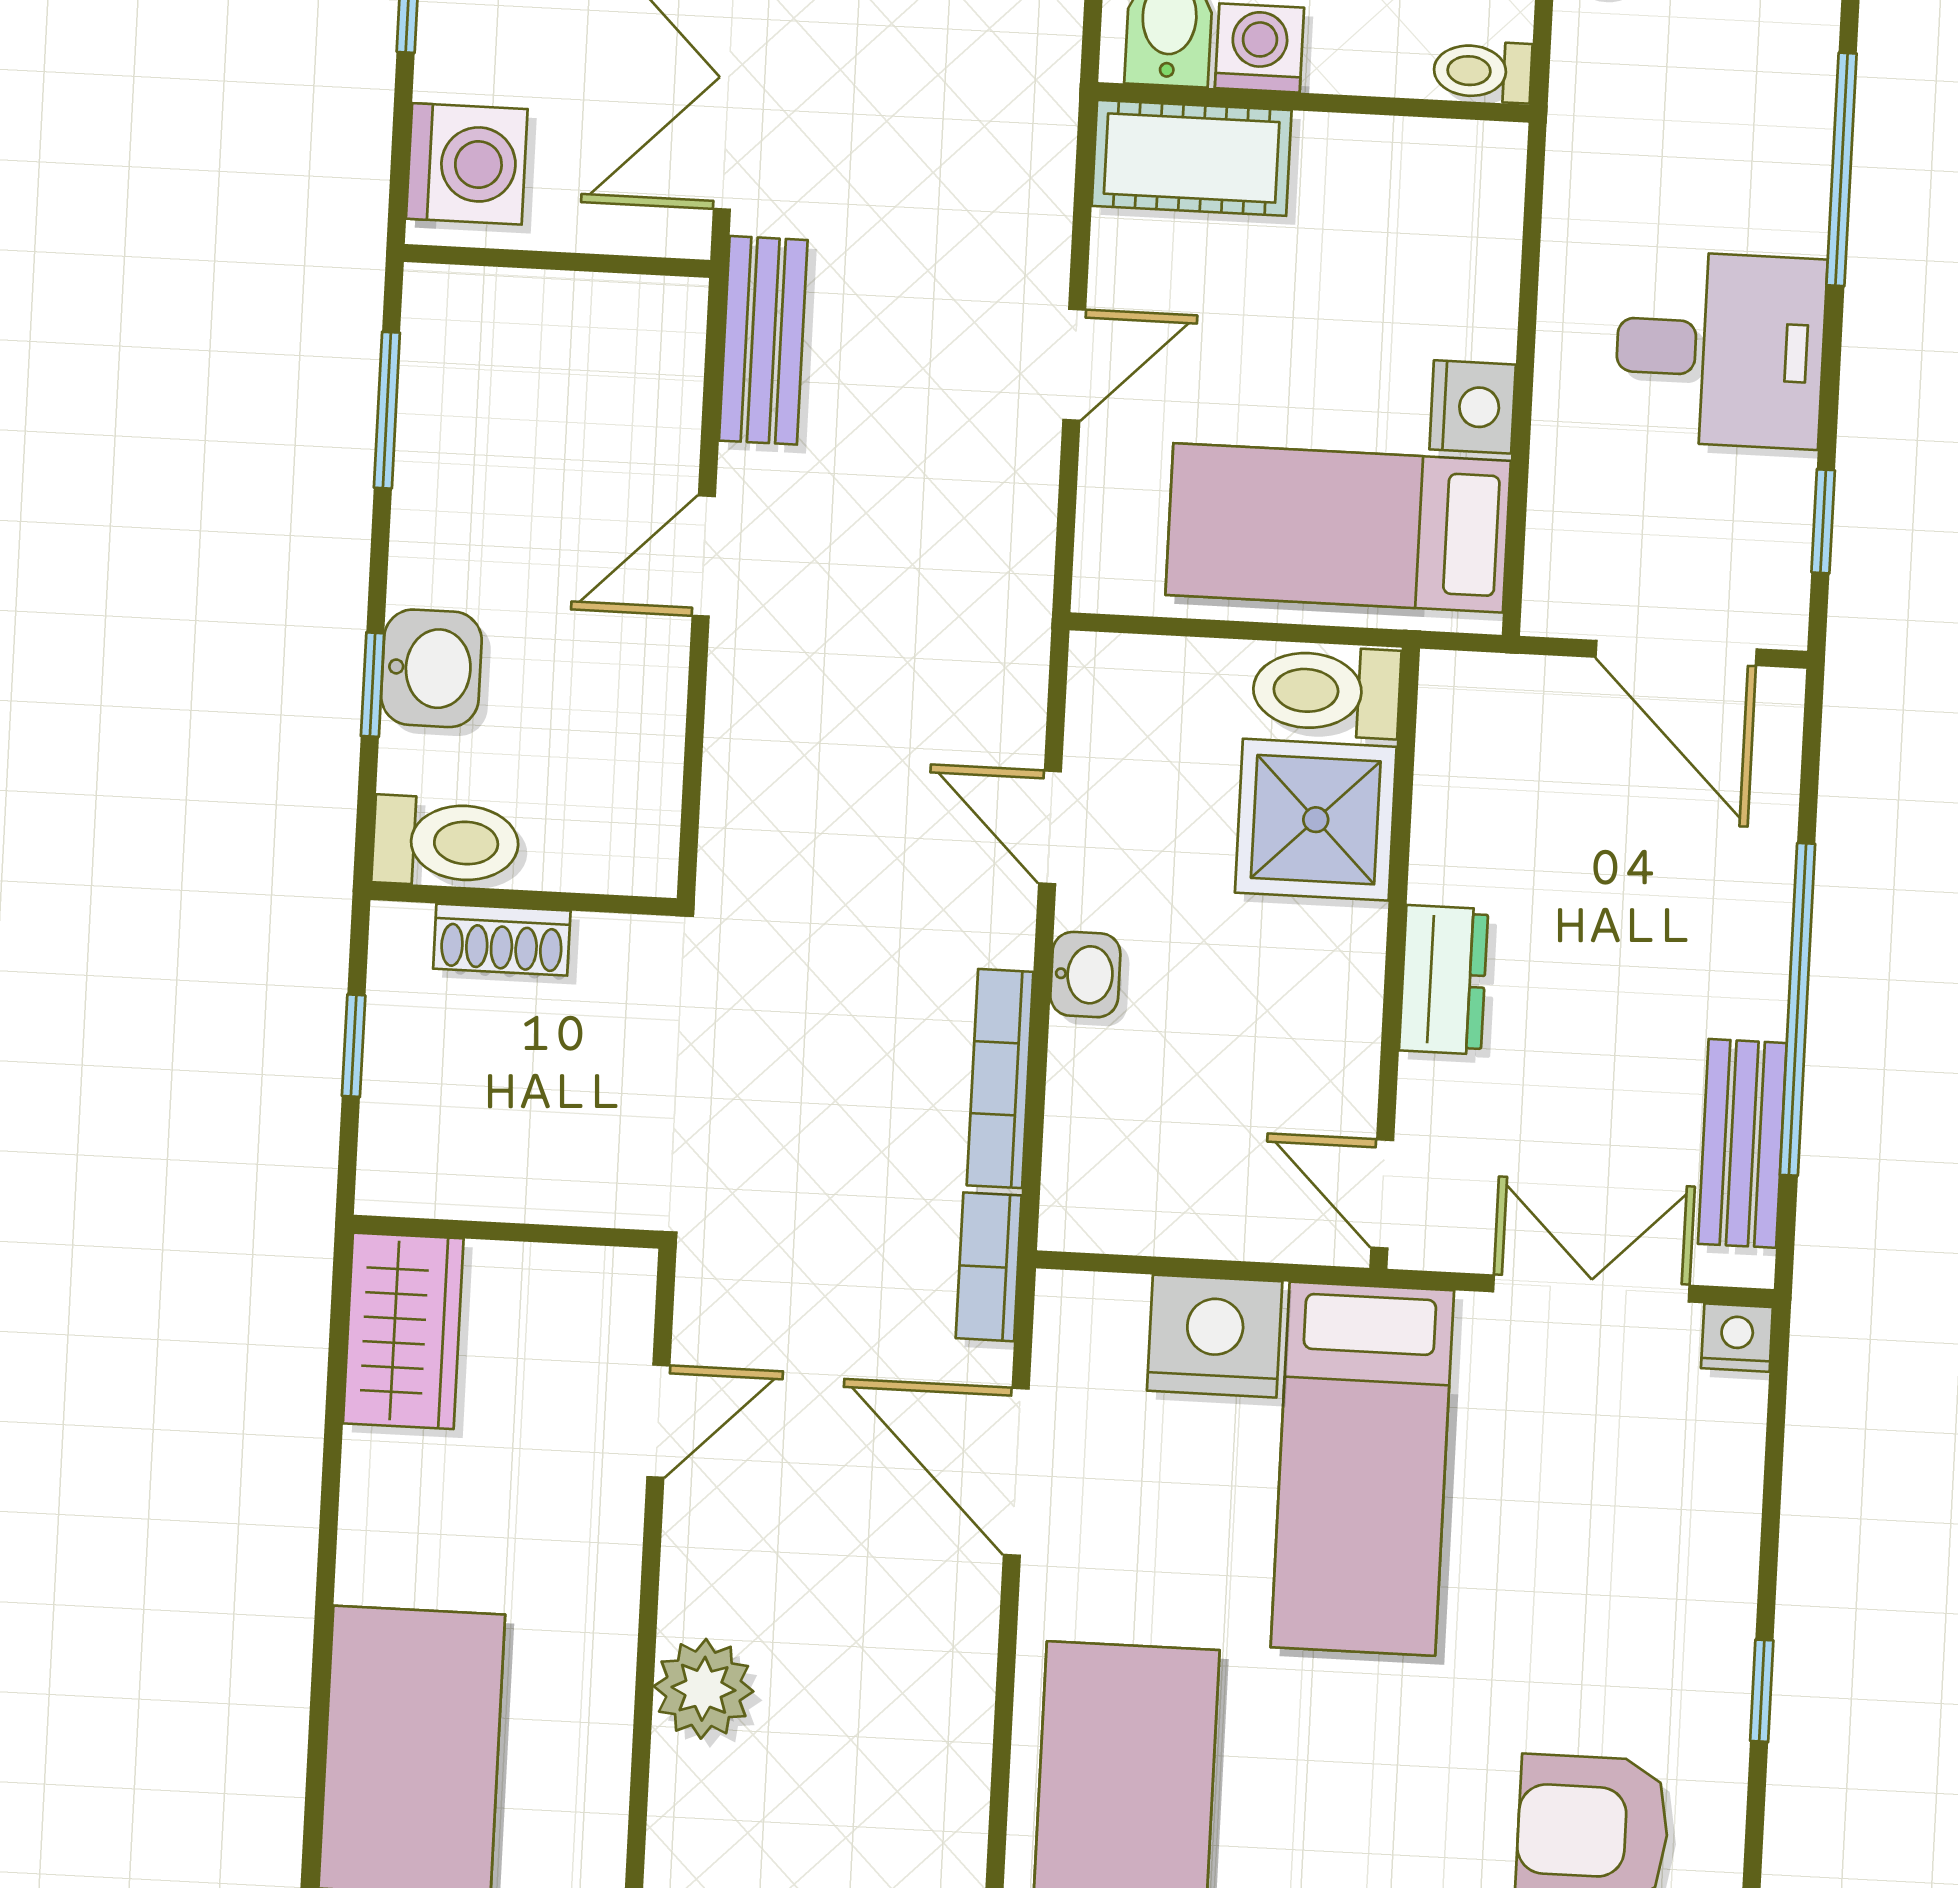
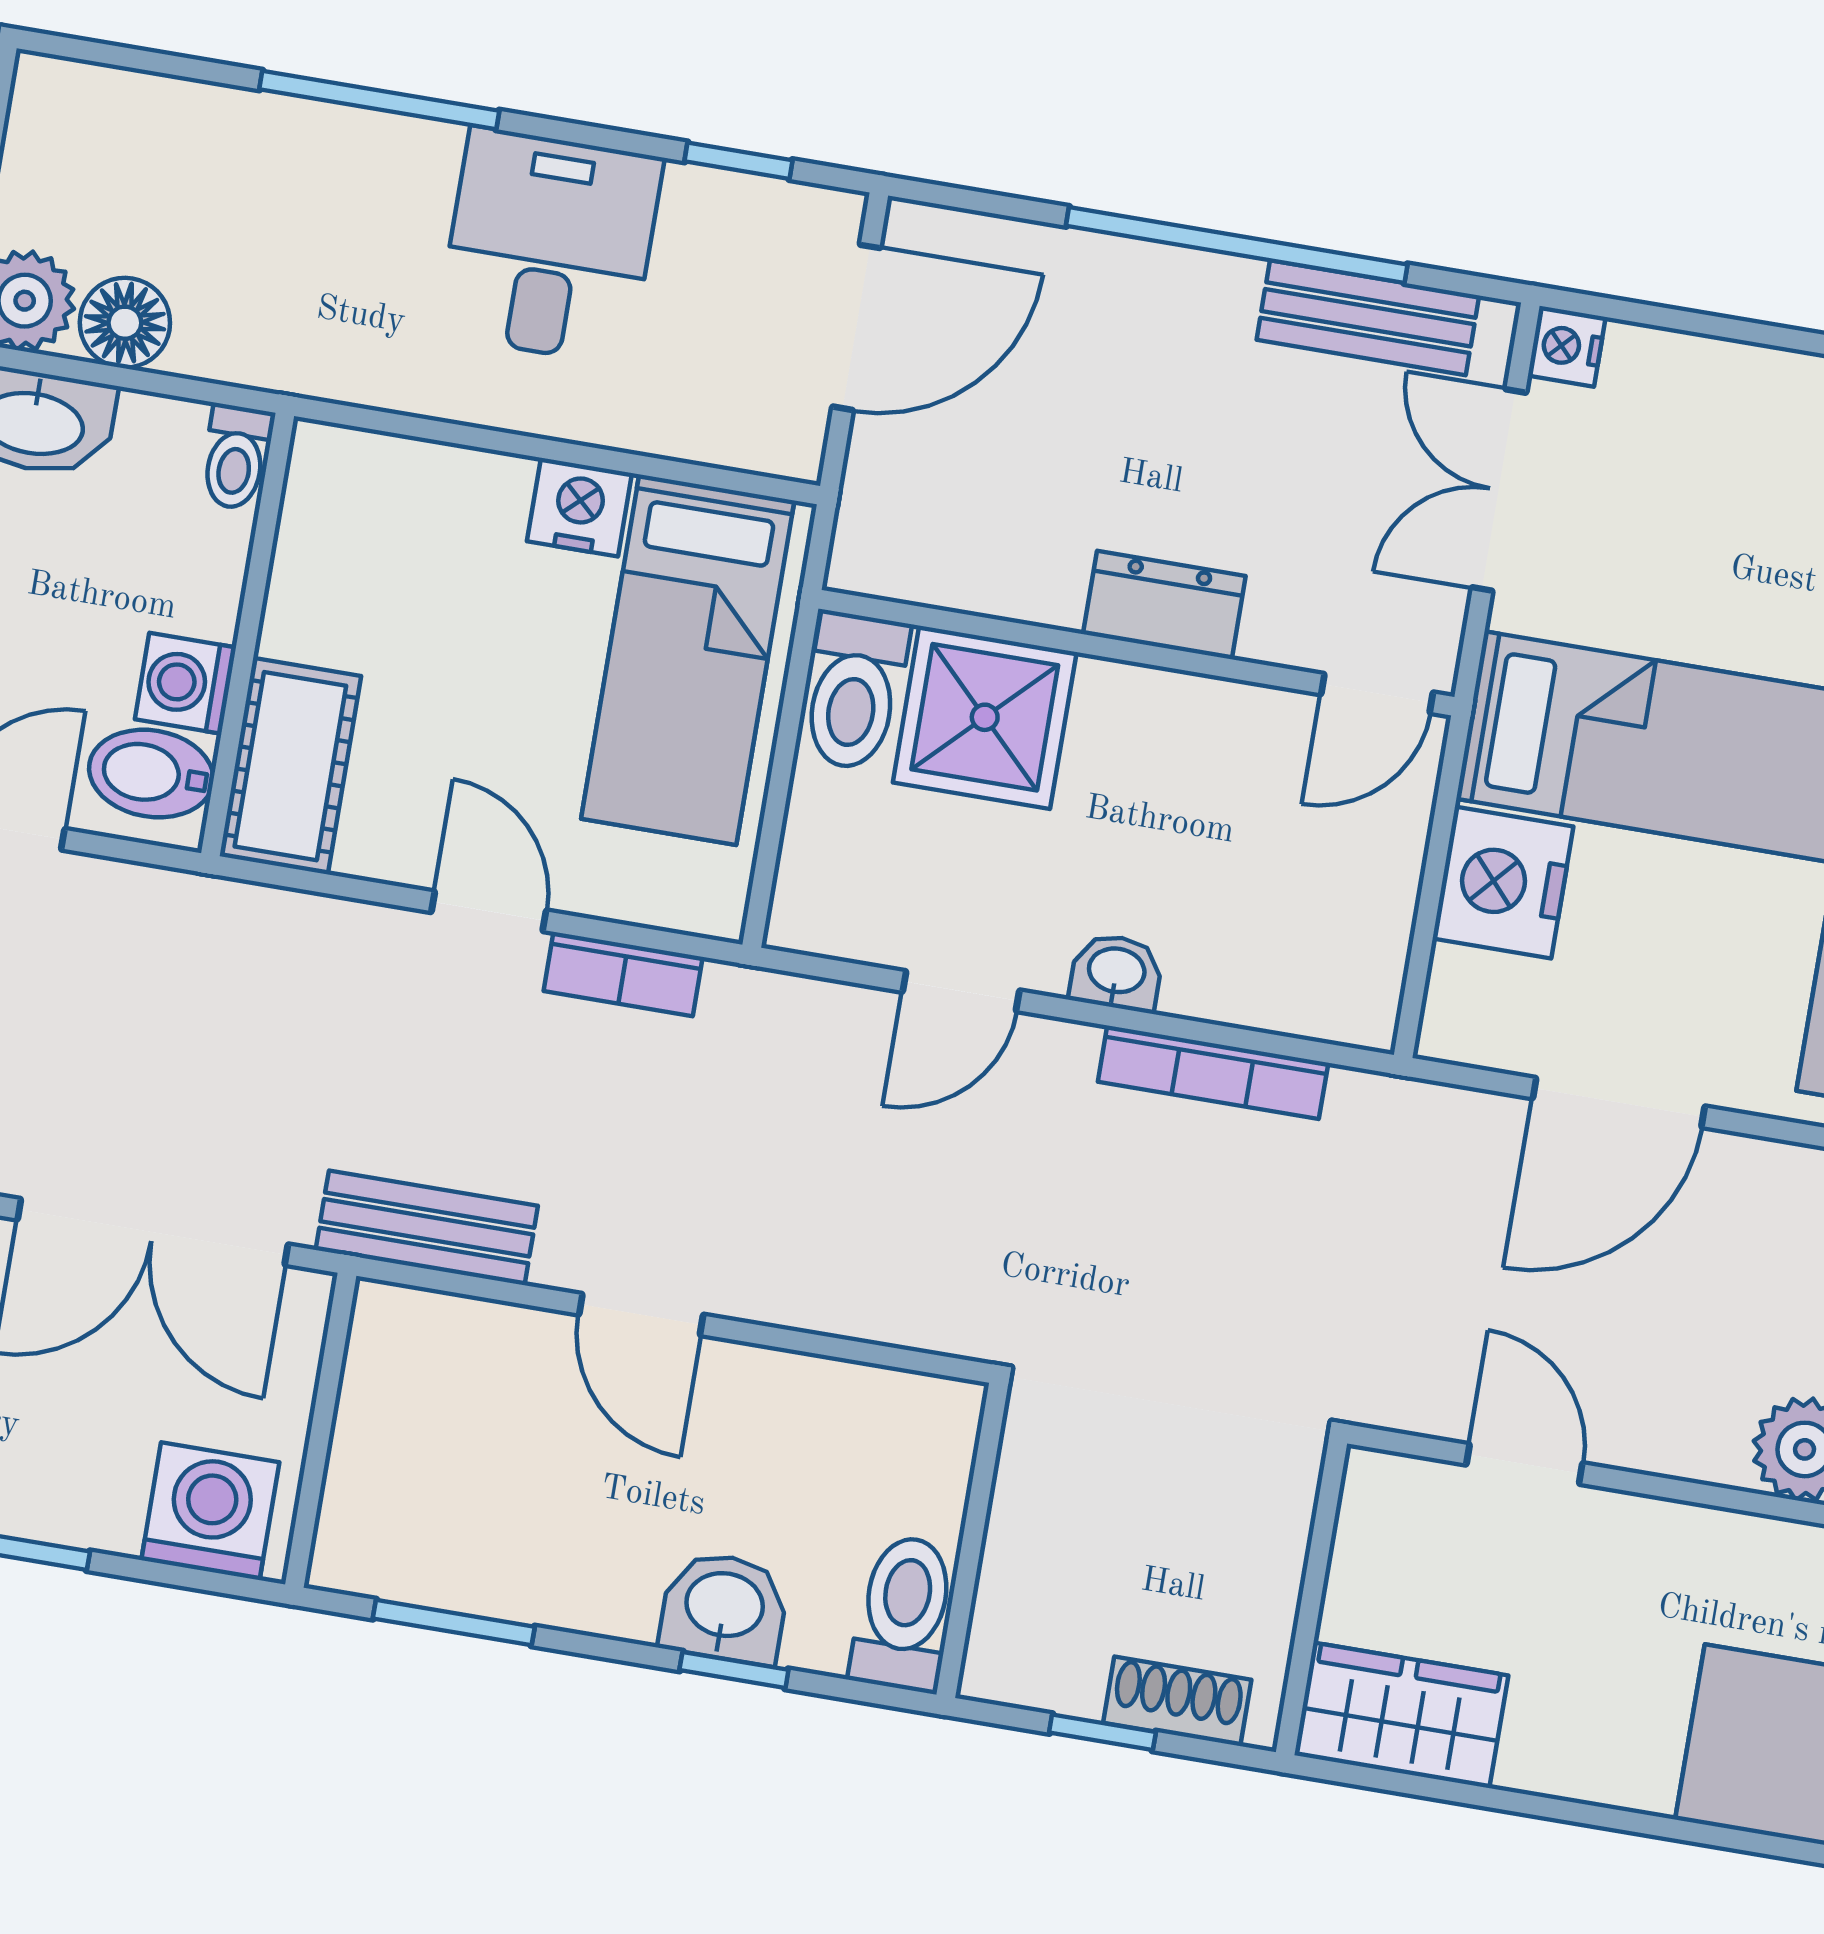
shoe rack: (502, 940) -> (1177, 1701), moved, turned -90
bookcase: (989, 1267) -> (623, 974), moved

